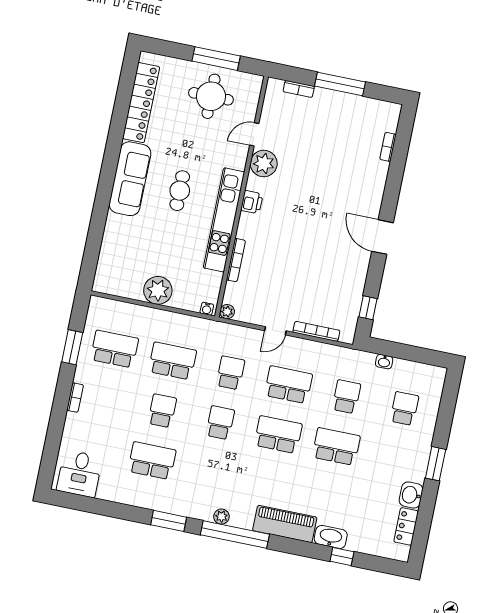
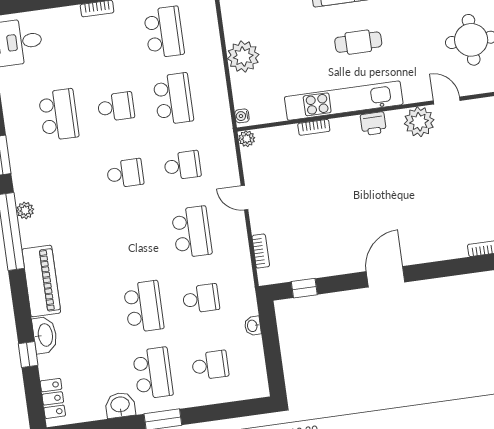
bookcase: (236, 260) -> (314, 127), width x0.64
bookcase: (316, 331) -> (261, 251), width x0.64
school desk: (278, 435) -> (153, 373), moved
locker: (406, 526) -> (53, 398), moved, turned 90

